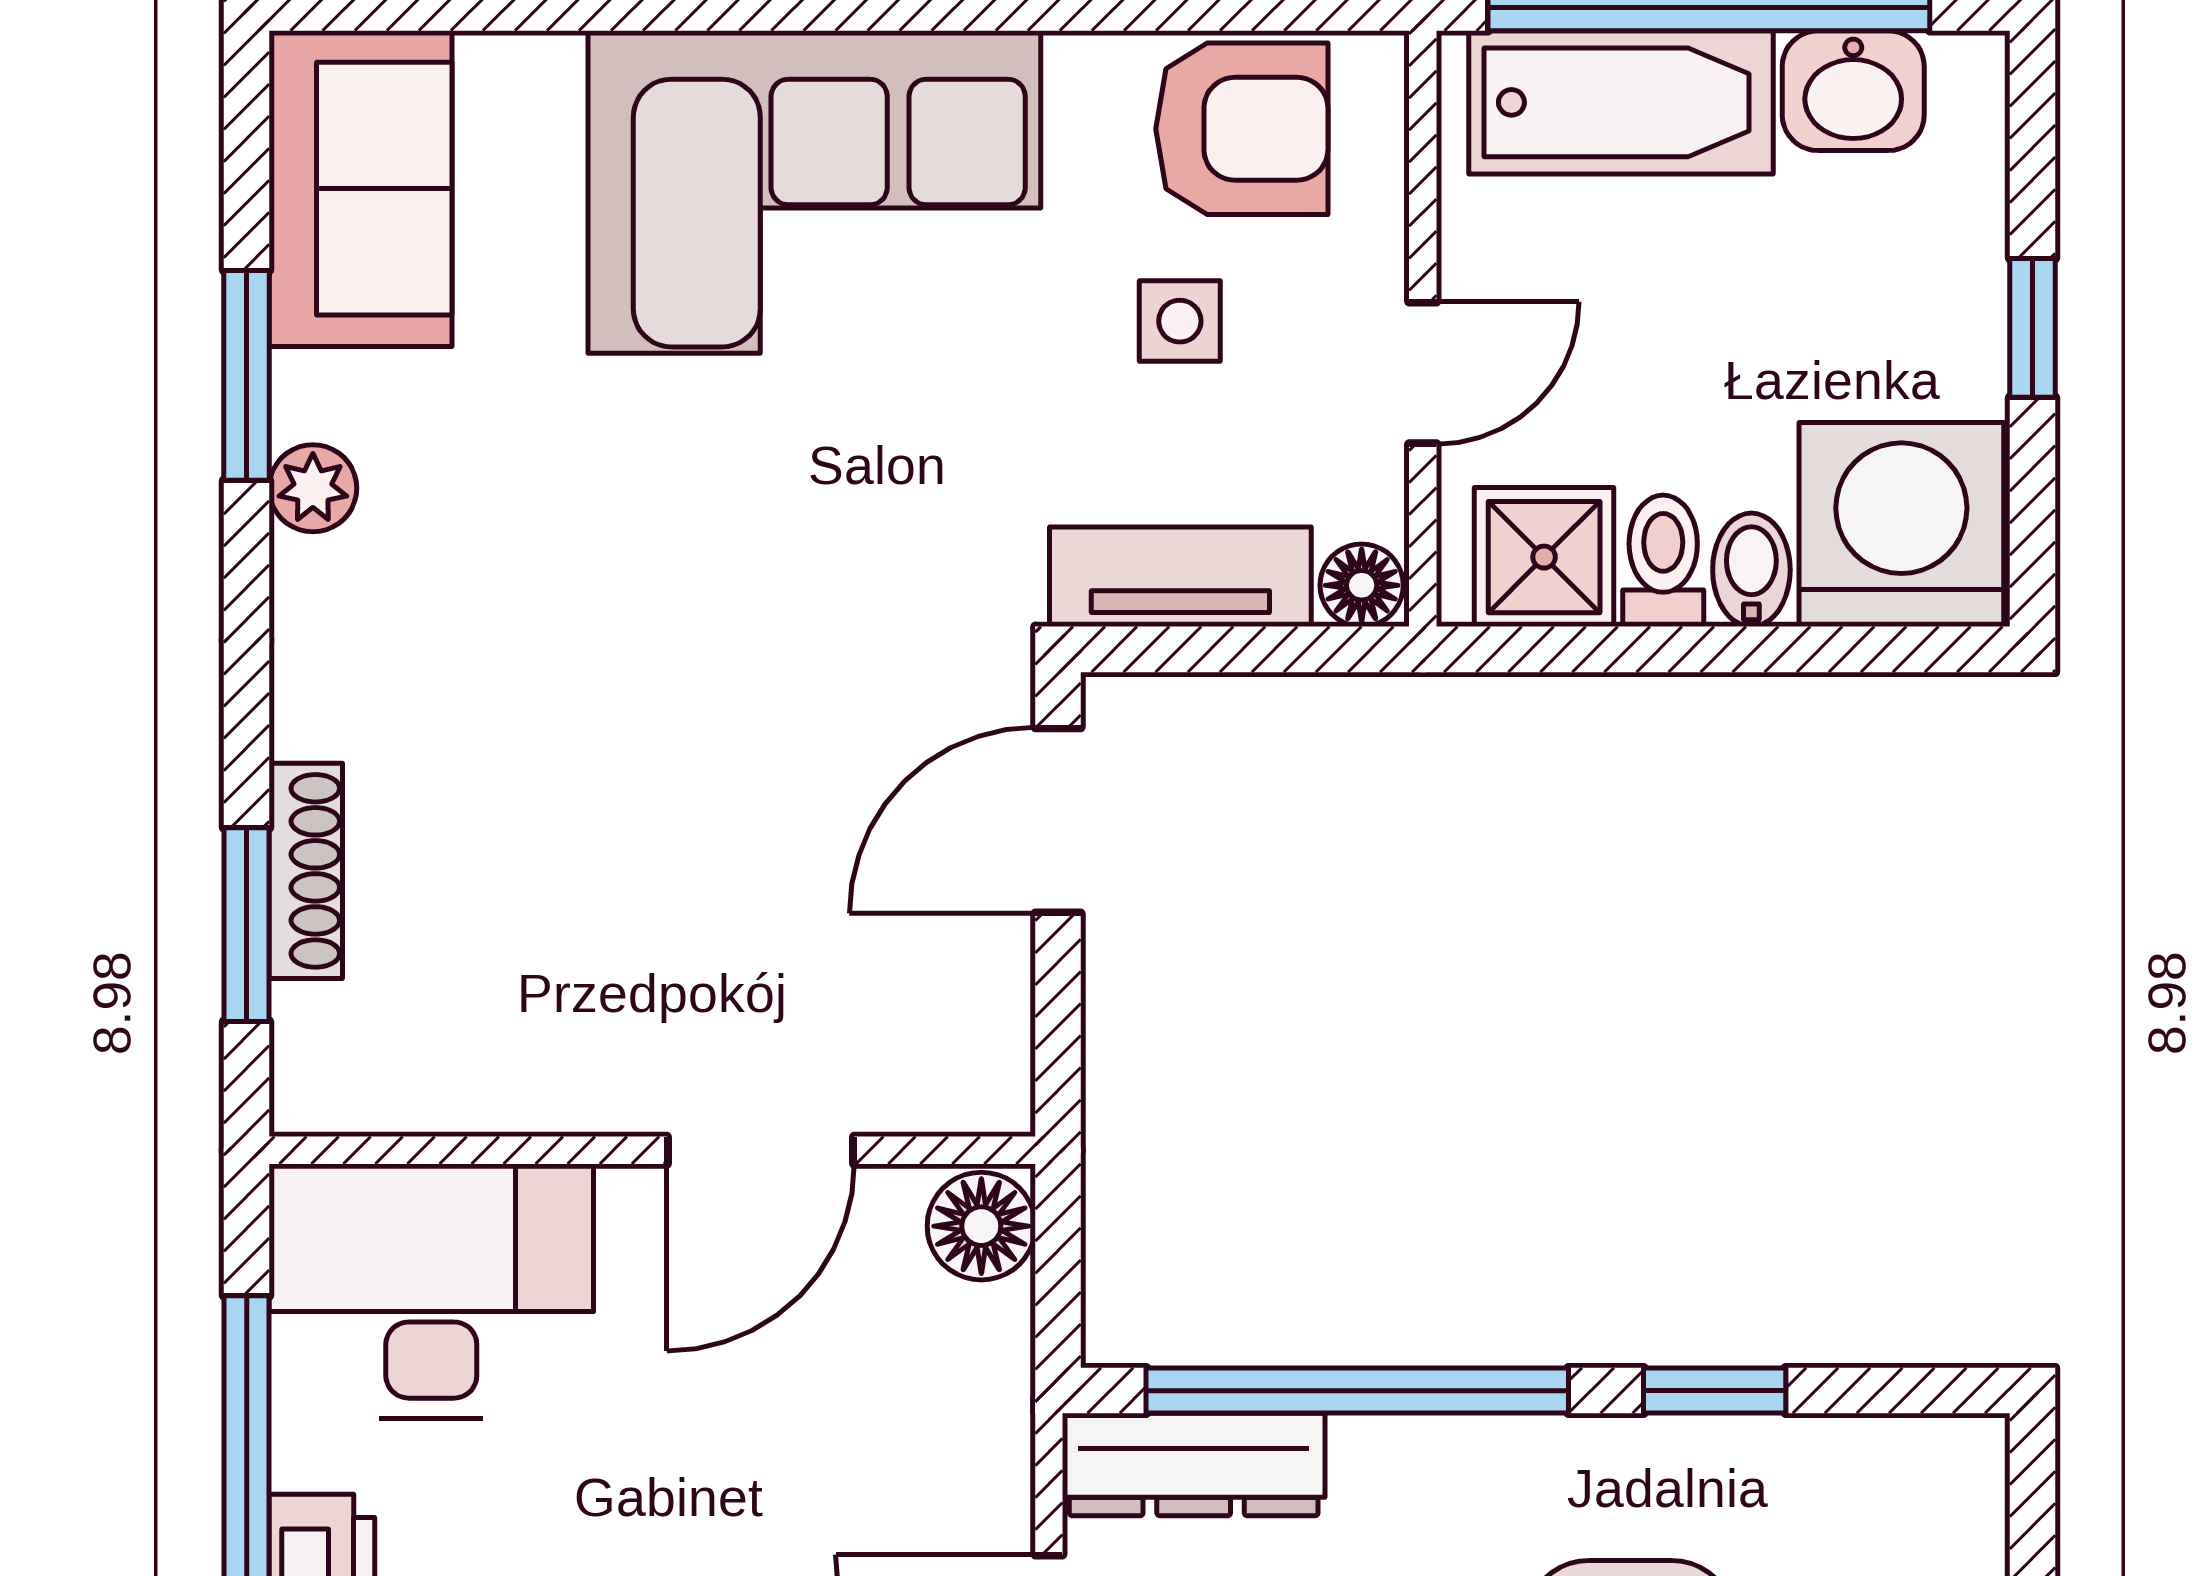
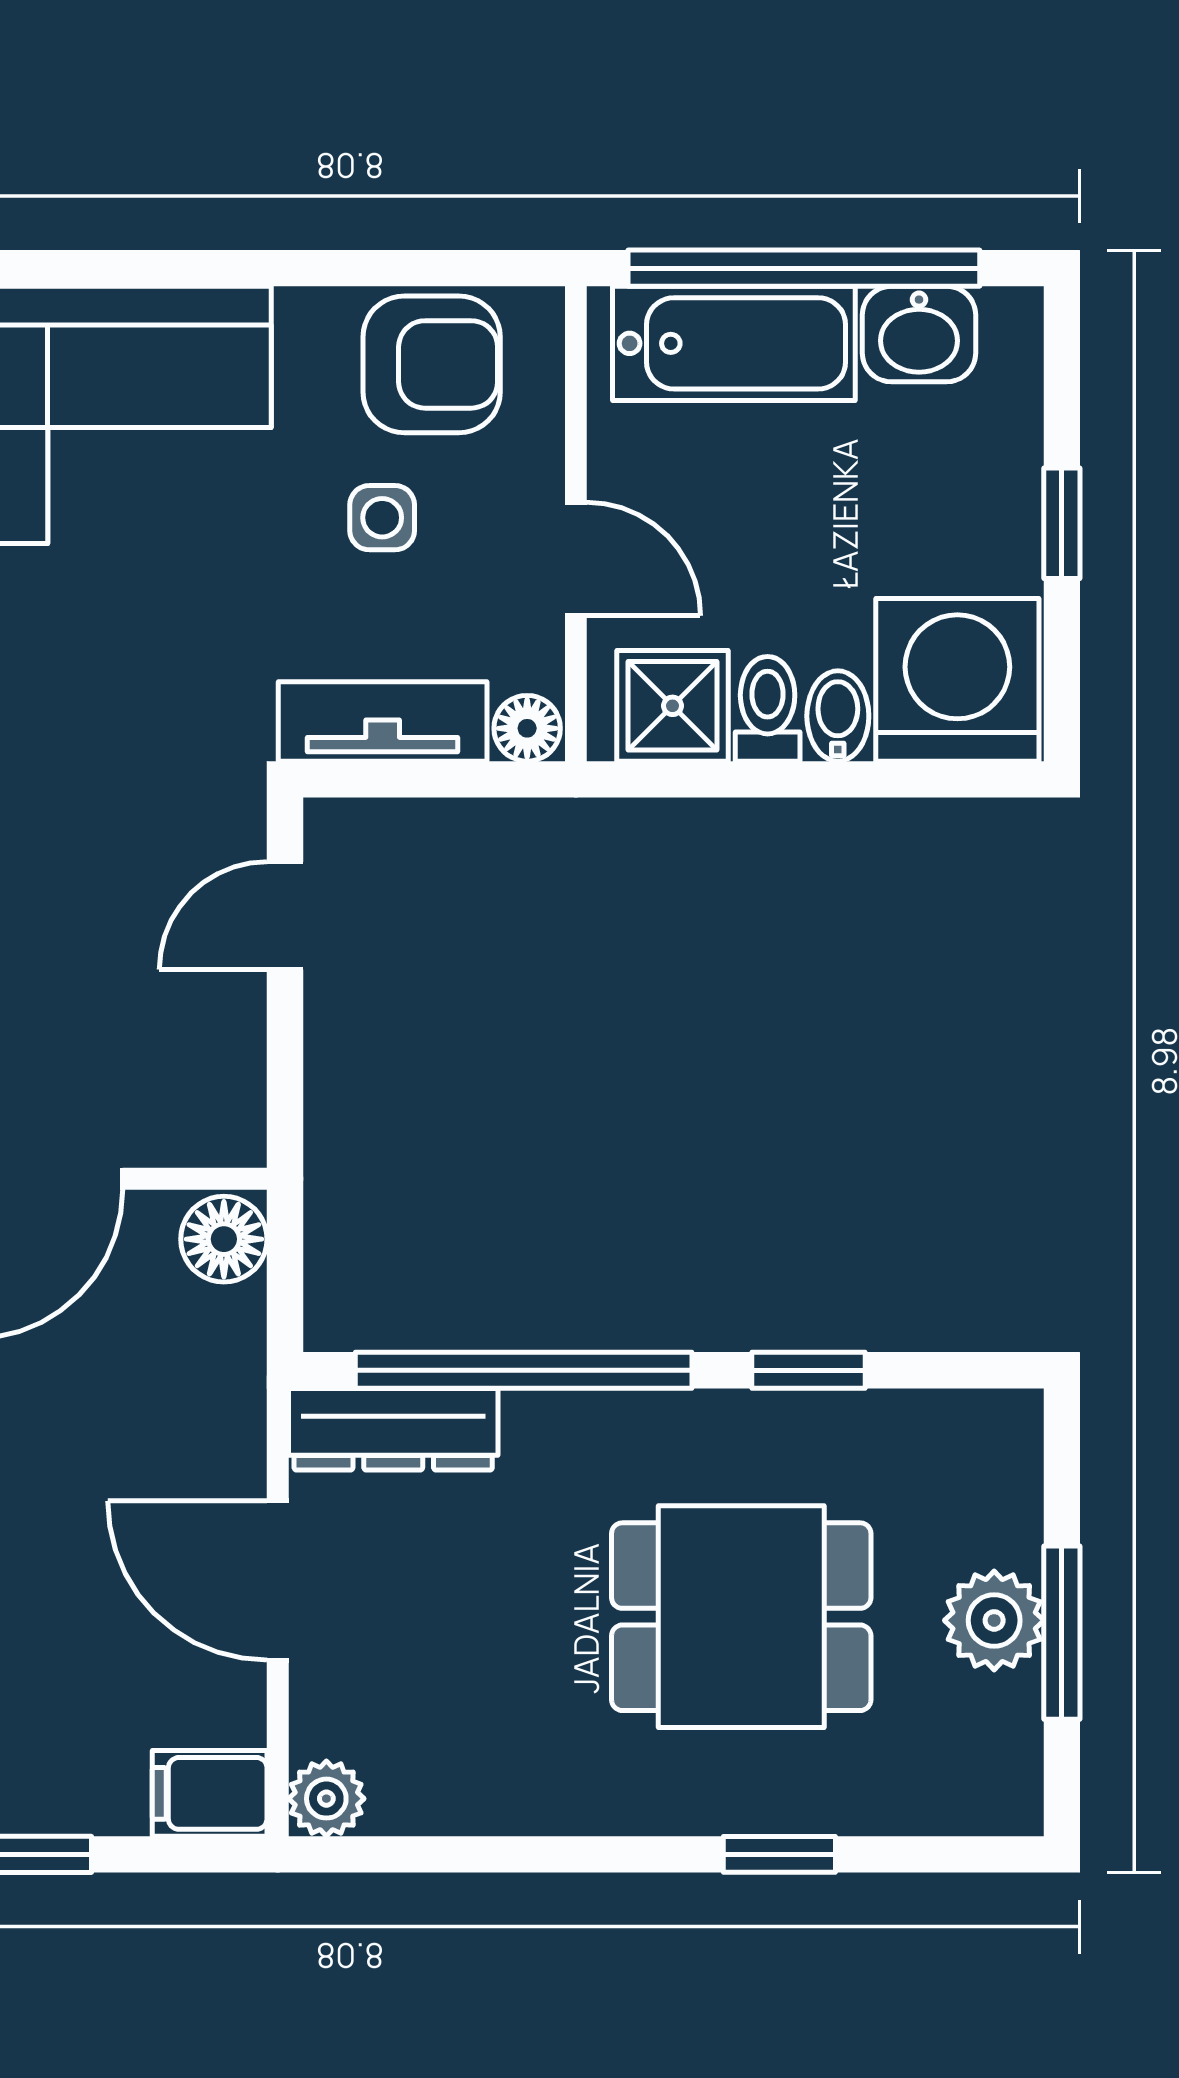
door: (1423, 373) -> (576, 559), hinge flipped
door: (1058, 820) -> (285, 916), width x0.73

